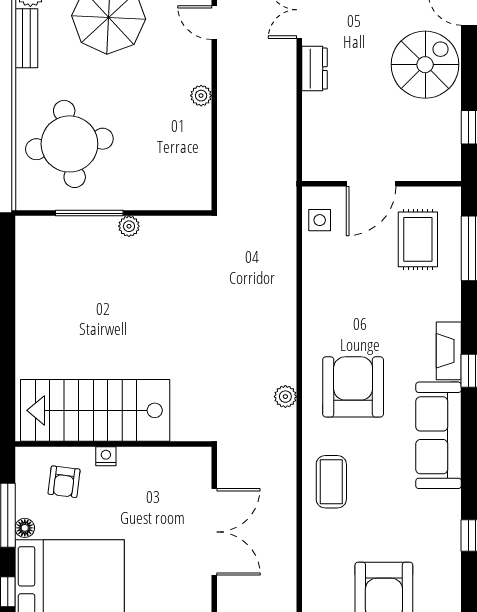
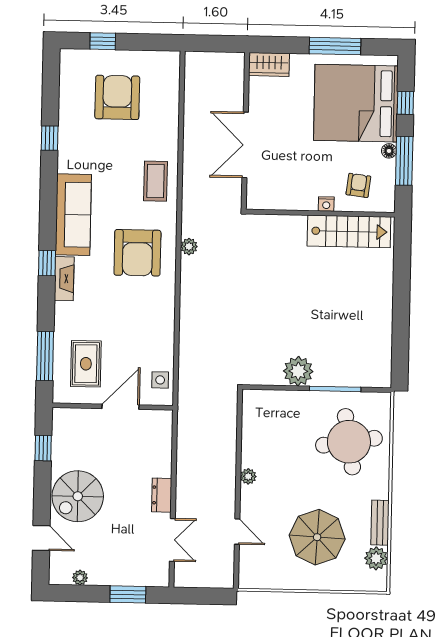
plant: (129, 226) -> (298, 371), width x1.88, depth x1.88
stairs: (95, 410) -> (349, 231), width x0.73, depth x0.66

